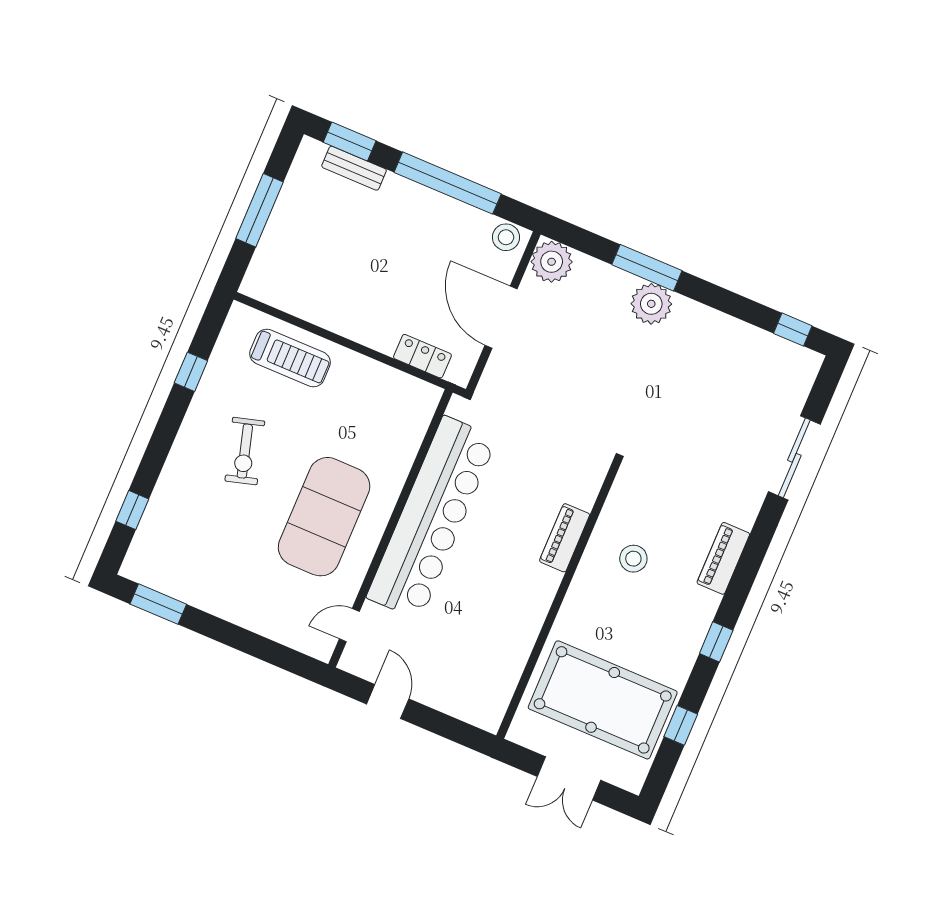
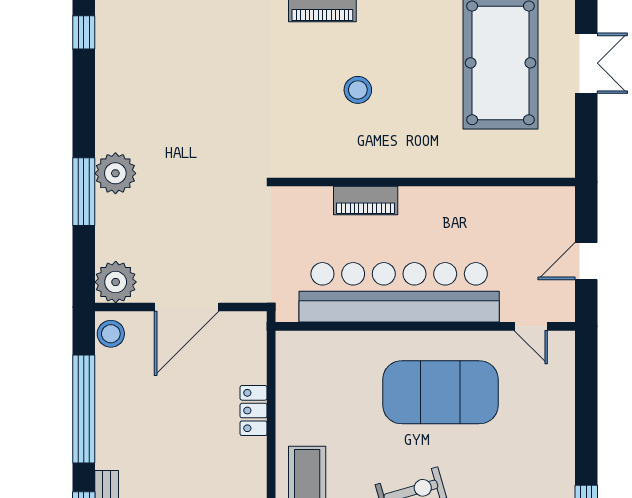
locker: (422, 356) -> (254, 411), moved
piano: (565, 538) -> (366, 201), moved
wall: (558, 600) -> (425, 182), moved

